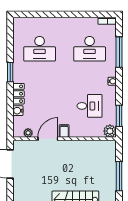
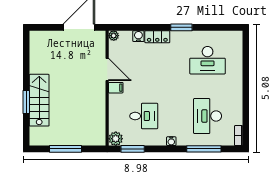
desk: (40, 49) -> (208, 60), turned -90
desk: (90, 106) -> (144, 116), turned -90
plant: (28, 133) -> (114, 36), moved

